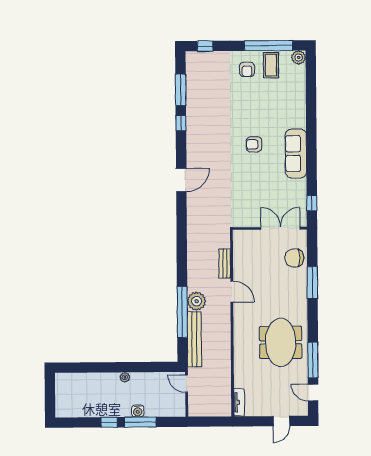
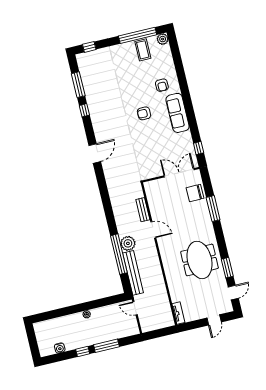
armchair: (247, 69) -> (162, 85), moved
window: (313, 360) -> (227, 268), width x0.69
door: (313, 393) -> (233, 293), swing flipped
water cooler: (138, 411) -> (60, 348), moved

